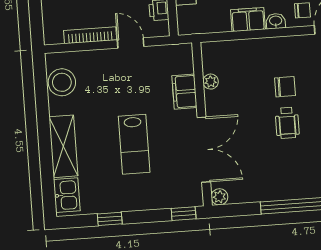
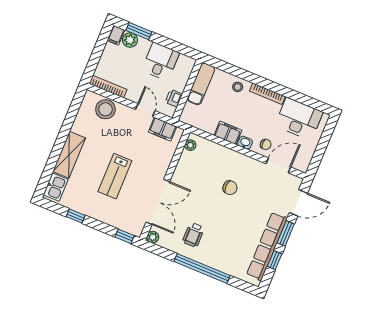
bookcase: (90, 35) -> (108, 87), moved
stool: (62, 82) -> (105, 109), moved
plant: (211, 82) -> (190, 145), moved
filing cabinet: (184, 92) -> (163, 129), moved, turned -90
wheelchair: (287, 123) -> (193, 235), moved

